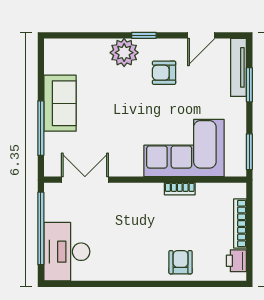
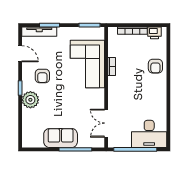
armchair: (181, 262) -> (155, 66), turned -90

